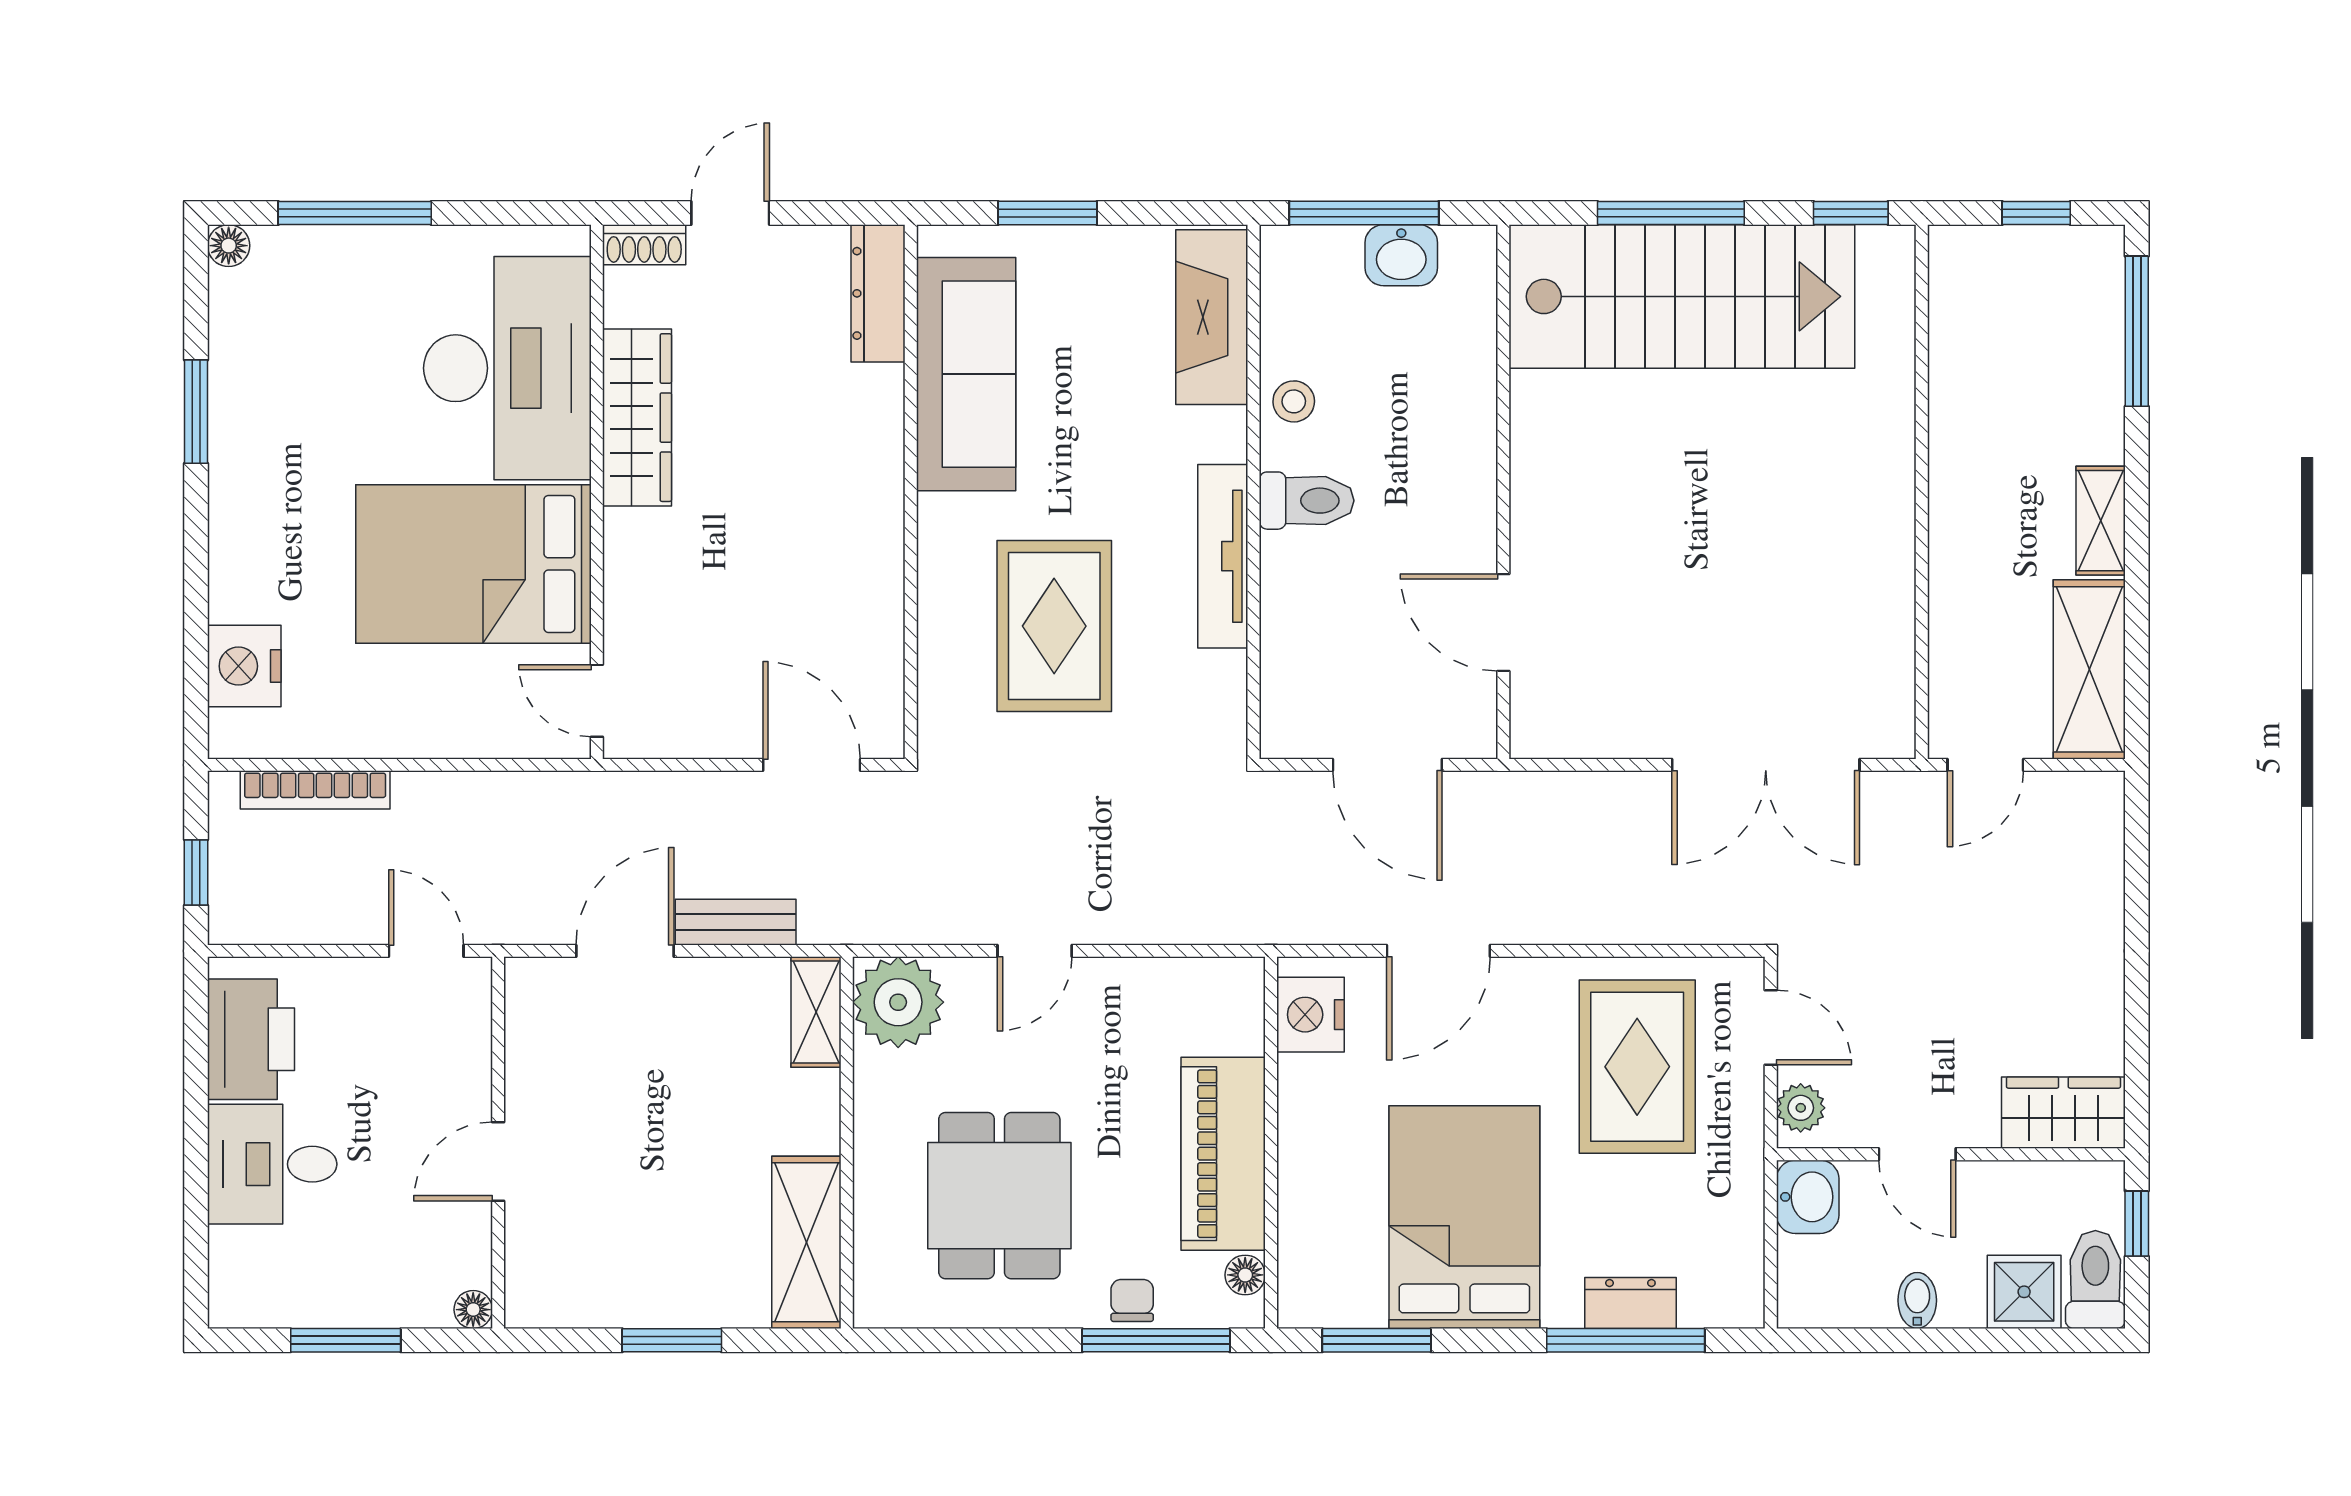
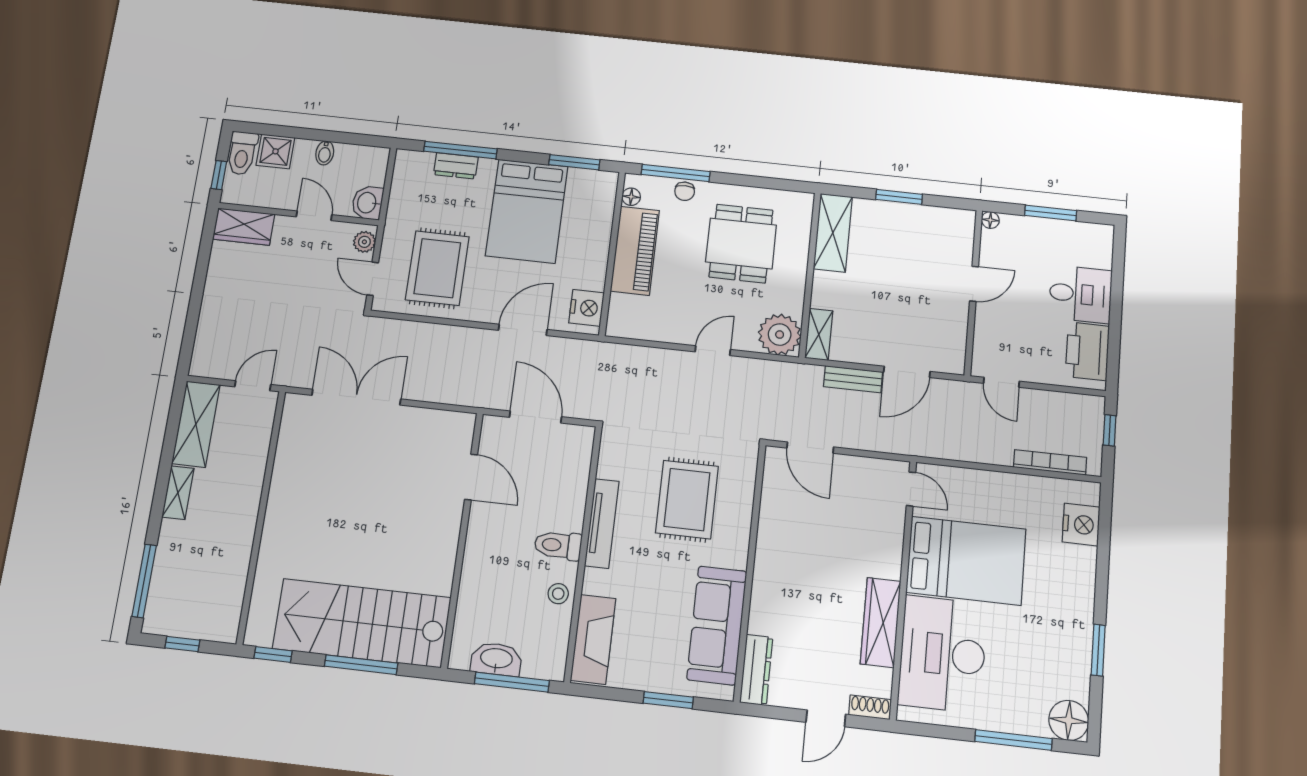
floor lamp: (229, 246) -> (1069, 720), width x1.89, depth x1.89
washbasin: (1401, 255) -> (496, 659), width x1.38

